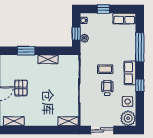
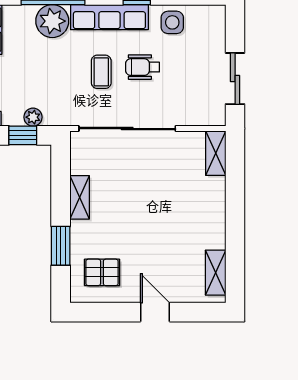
row of seats: (130, 73) -> (109, 17), width x1.48
pallet: (21, 88) -> (102, 272), moved
plant: (128, 118) -> (52, 21), moved

